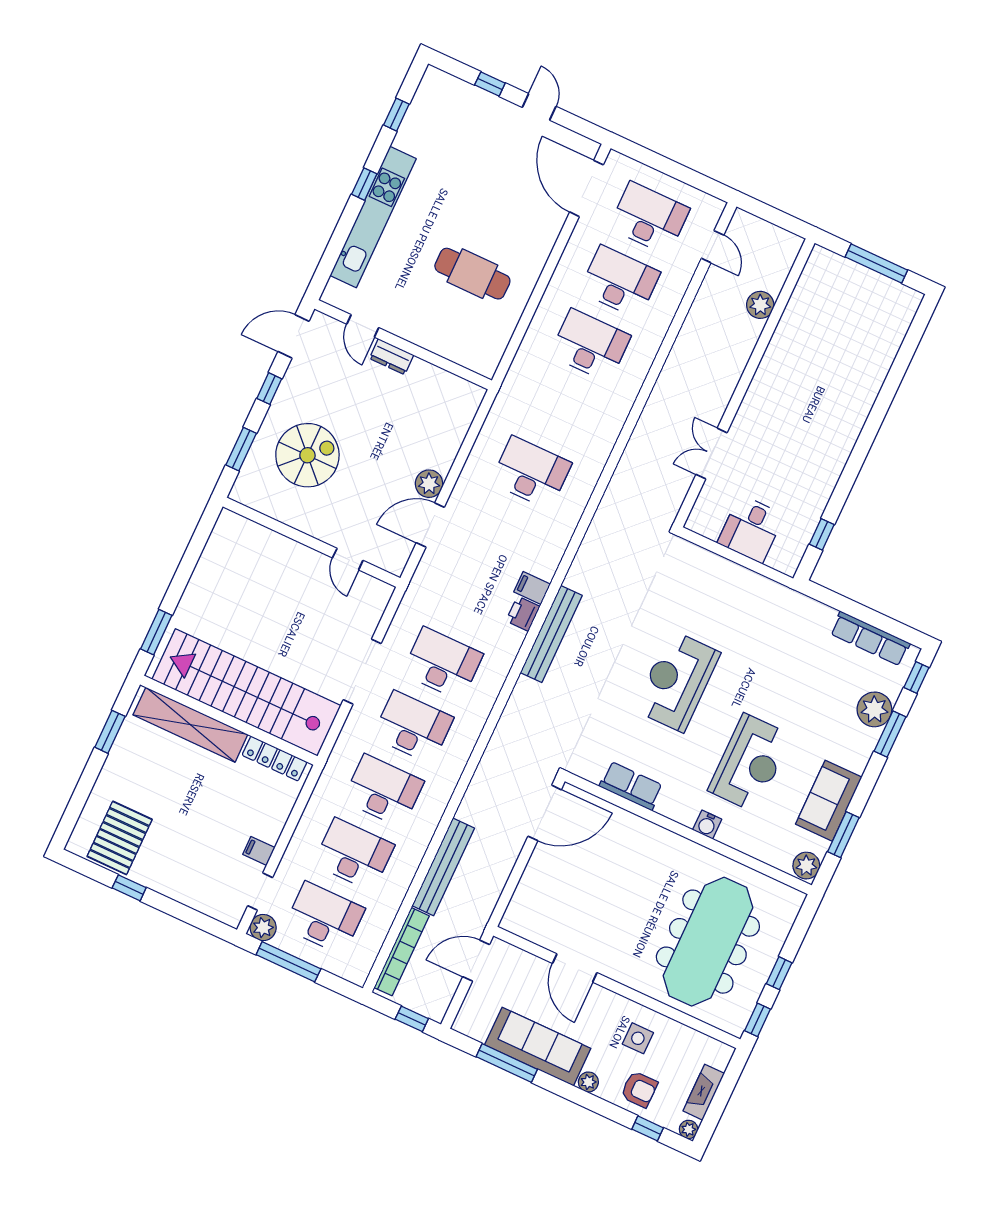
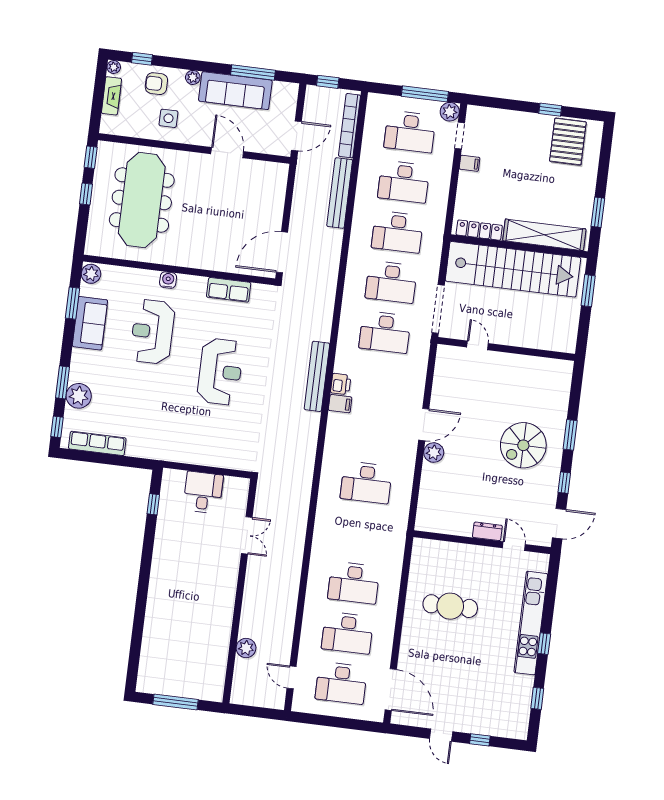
wall: (311, 542) -> (506, 349), moved
door: (348, 559) -> (477, 345), moved

